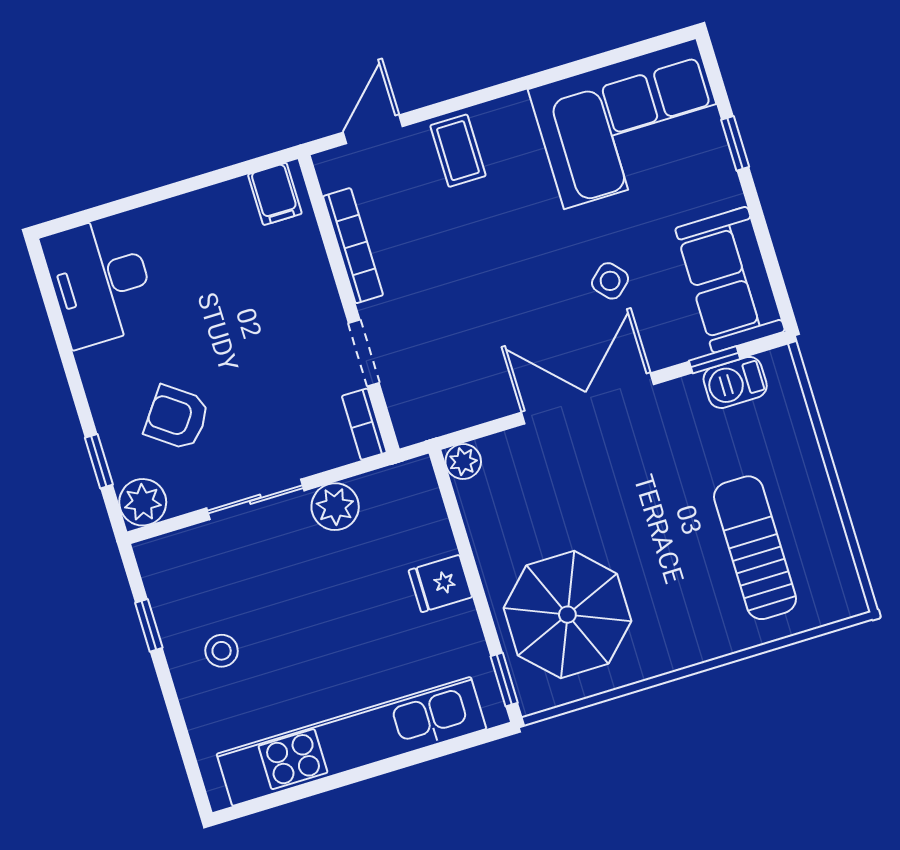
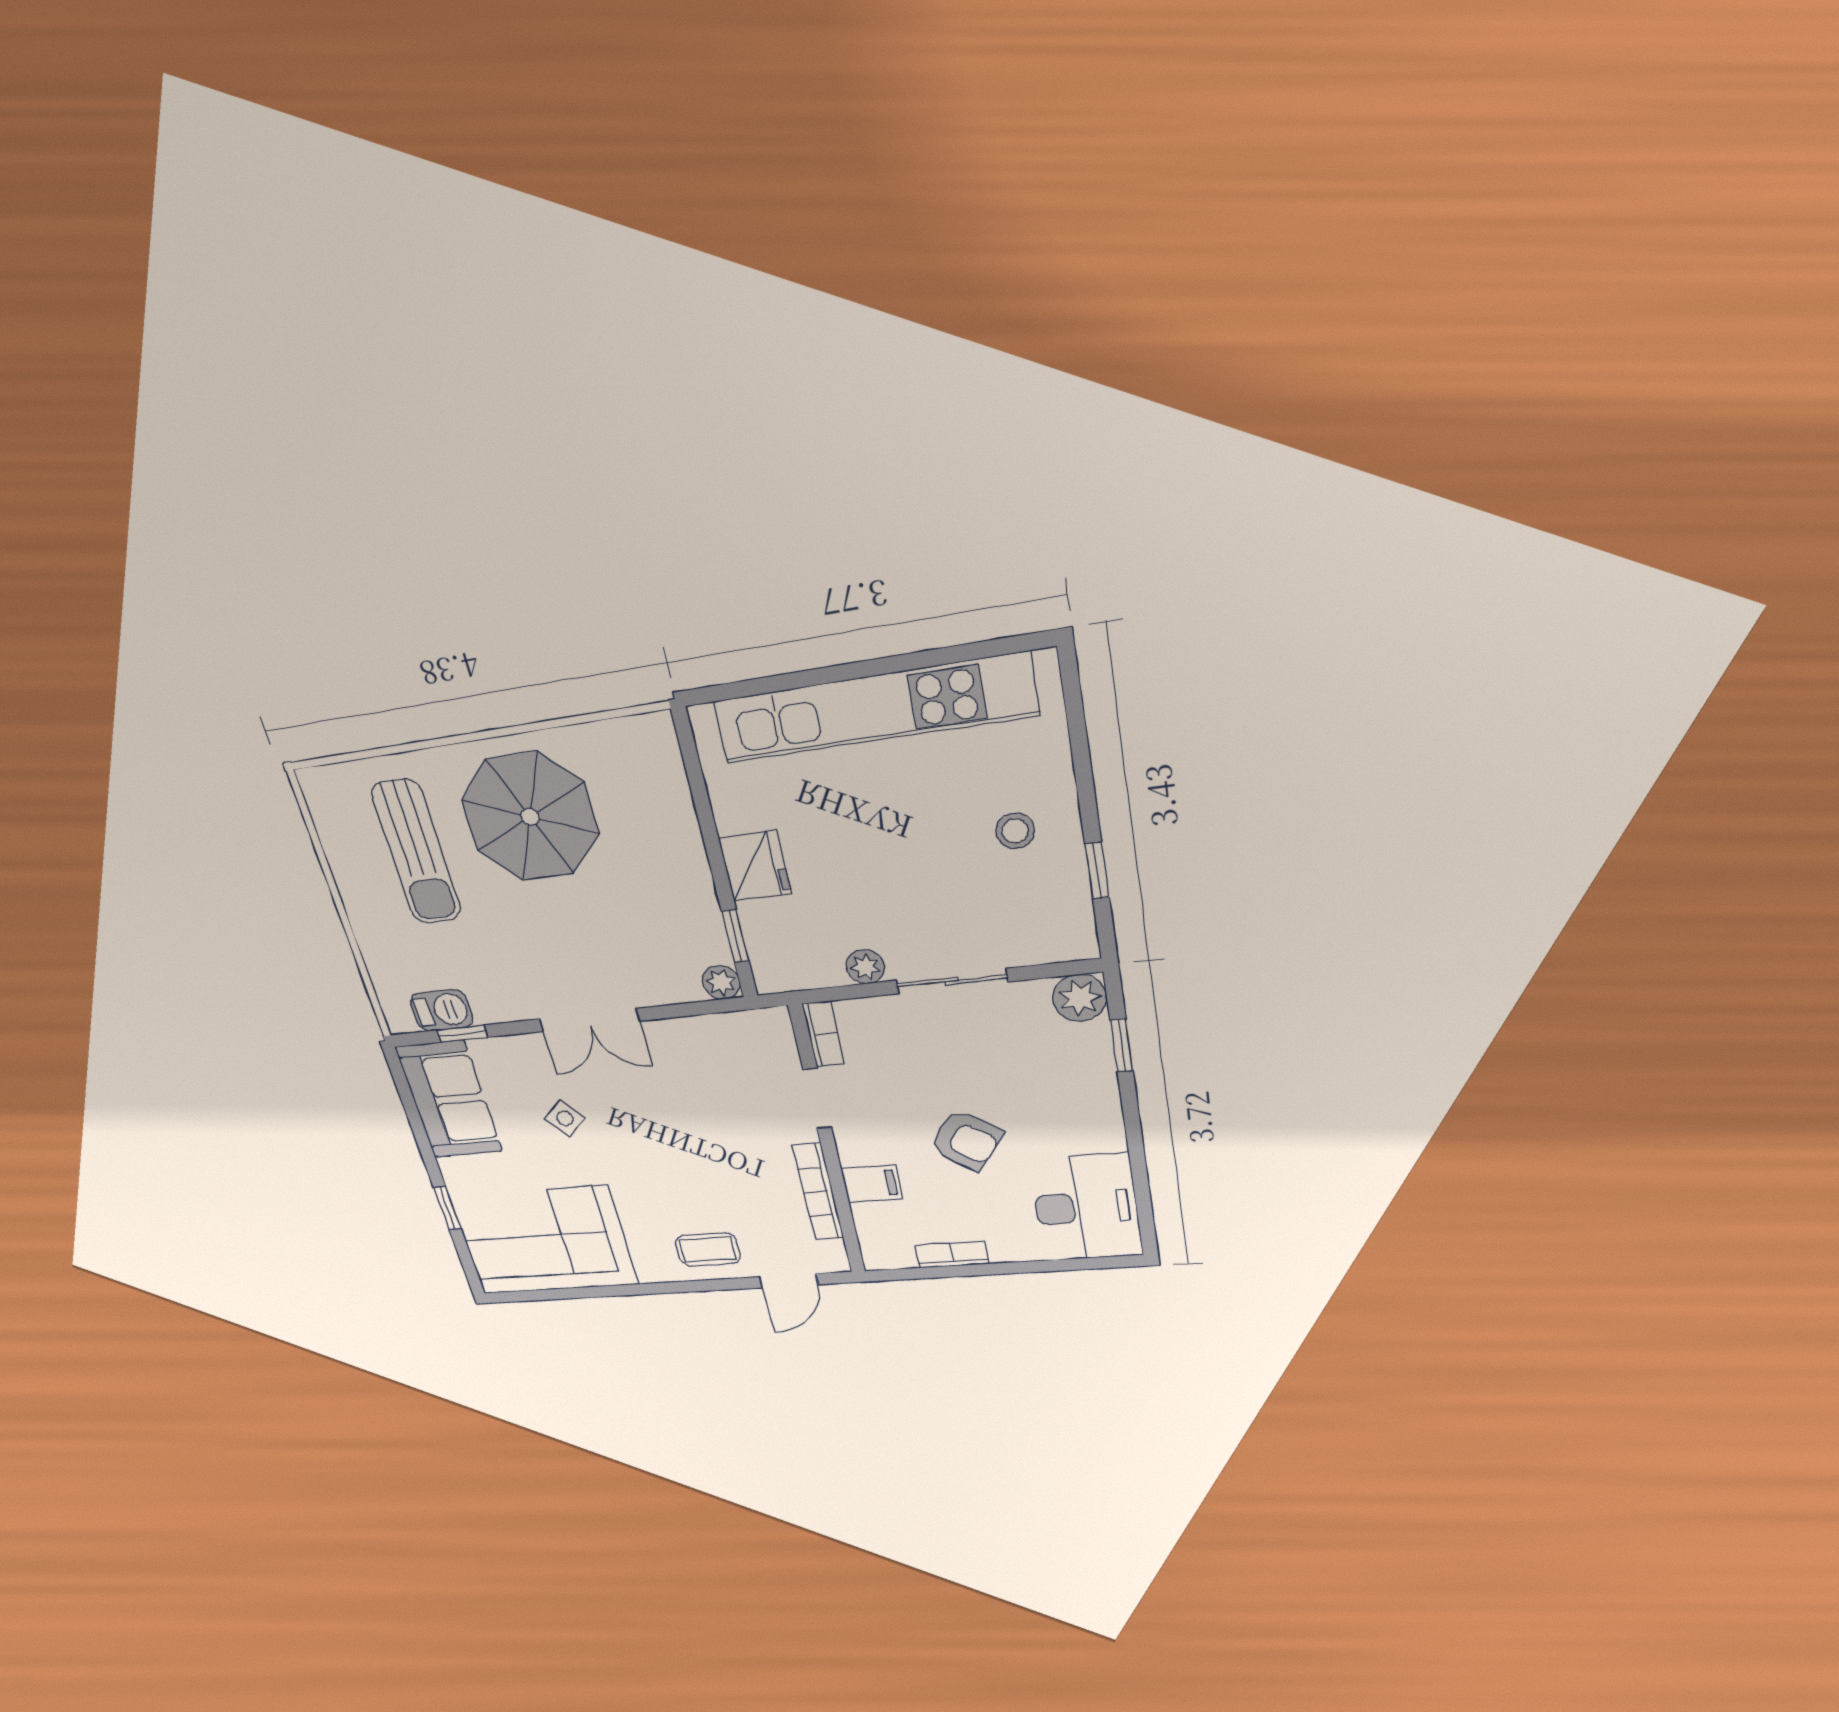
coffee table: (458, 151) -> (708, 1249), turned 90
filing cabinet: (275, 194) -> (872, 1184), moved, turned 90
bookcase: (216, 198) -> (952, 1255), added
double door: (588, 398) -> (589, 1020), width x0.73
armchair: (177, 418) -> (966, 1140), moved
plant: (335, 507) -> (865, 967), width x0.73, depth x0.73
fridge: (440, 584) -> (755, 866), width x1.38
parasol: (567, 615) -> (530, 817), moved
window: (504, 679) -> (735, 936), moved

